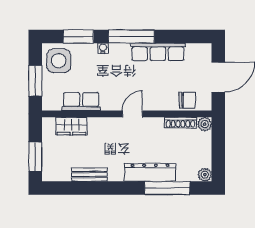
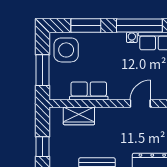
water cooler: (103, 48) -> (132, 37), moved
window: (35, 157) -> (43, 147), width x0.67

